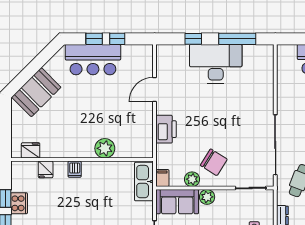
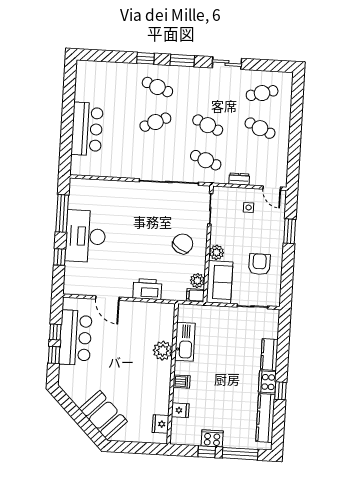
bar counter: (93, 60) -> (76, 338), moved
plant: (192, 179) -> (197, 281), moved
kitchen sink: (144, 182) -> (185, 342), moved, turned -90

